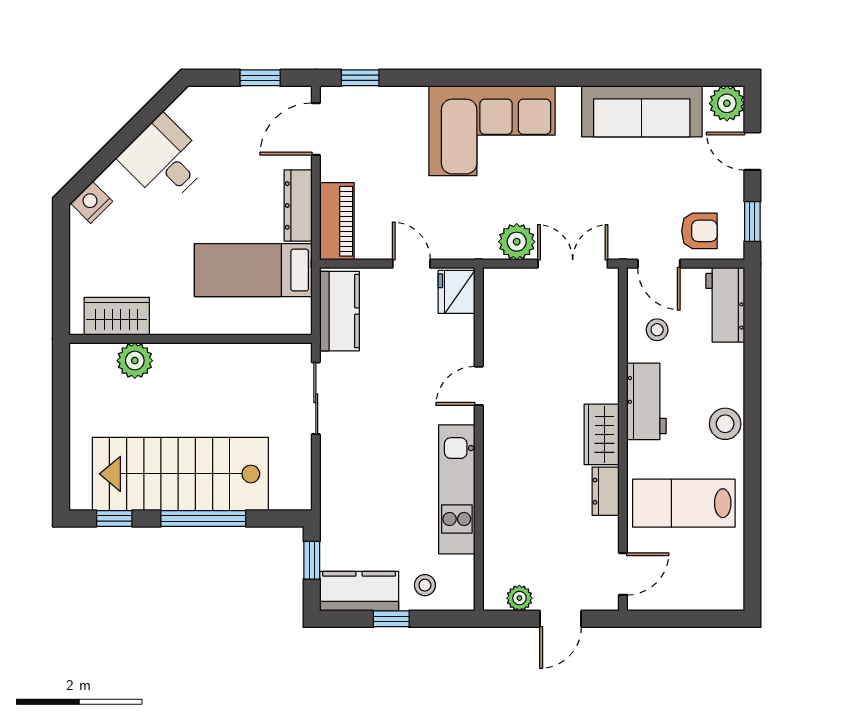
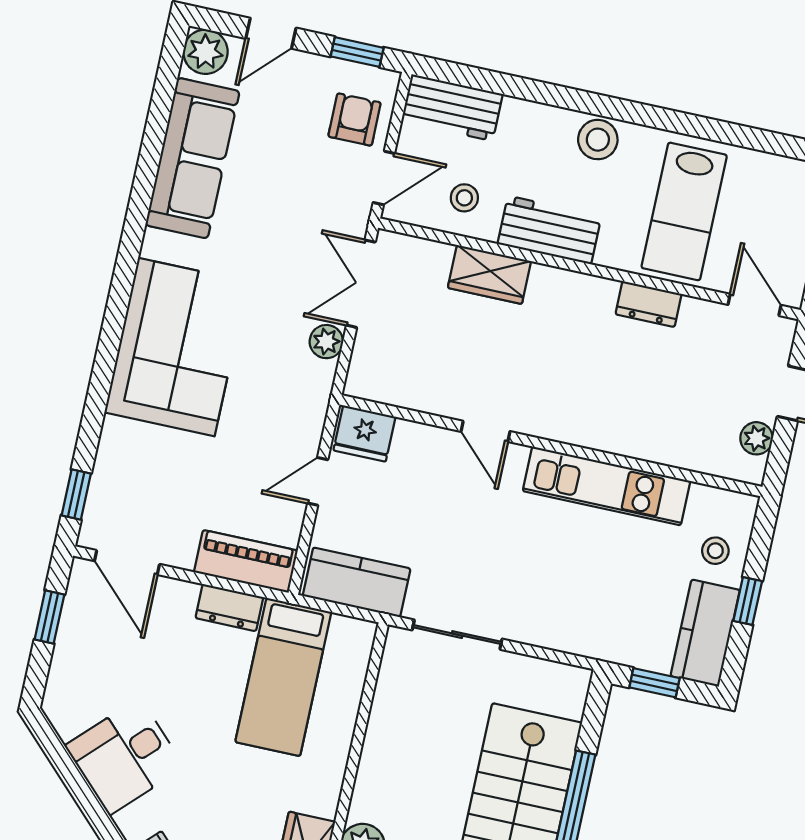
dresser: (298, 205) -> (229, 608), width x0.70
plant: (517, 242) -> (326, 342), width x0.73, depth x0.73
wardrobe: (602, 434) -> (489, 275), moved

